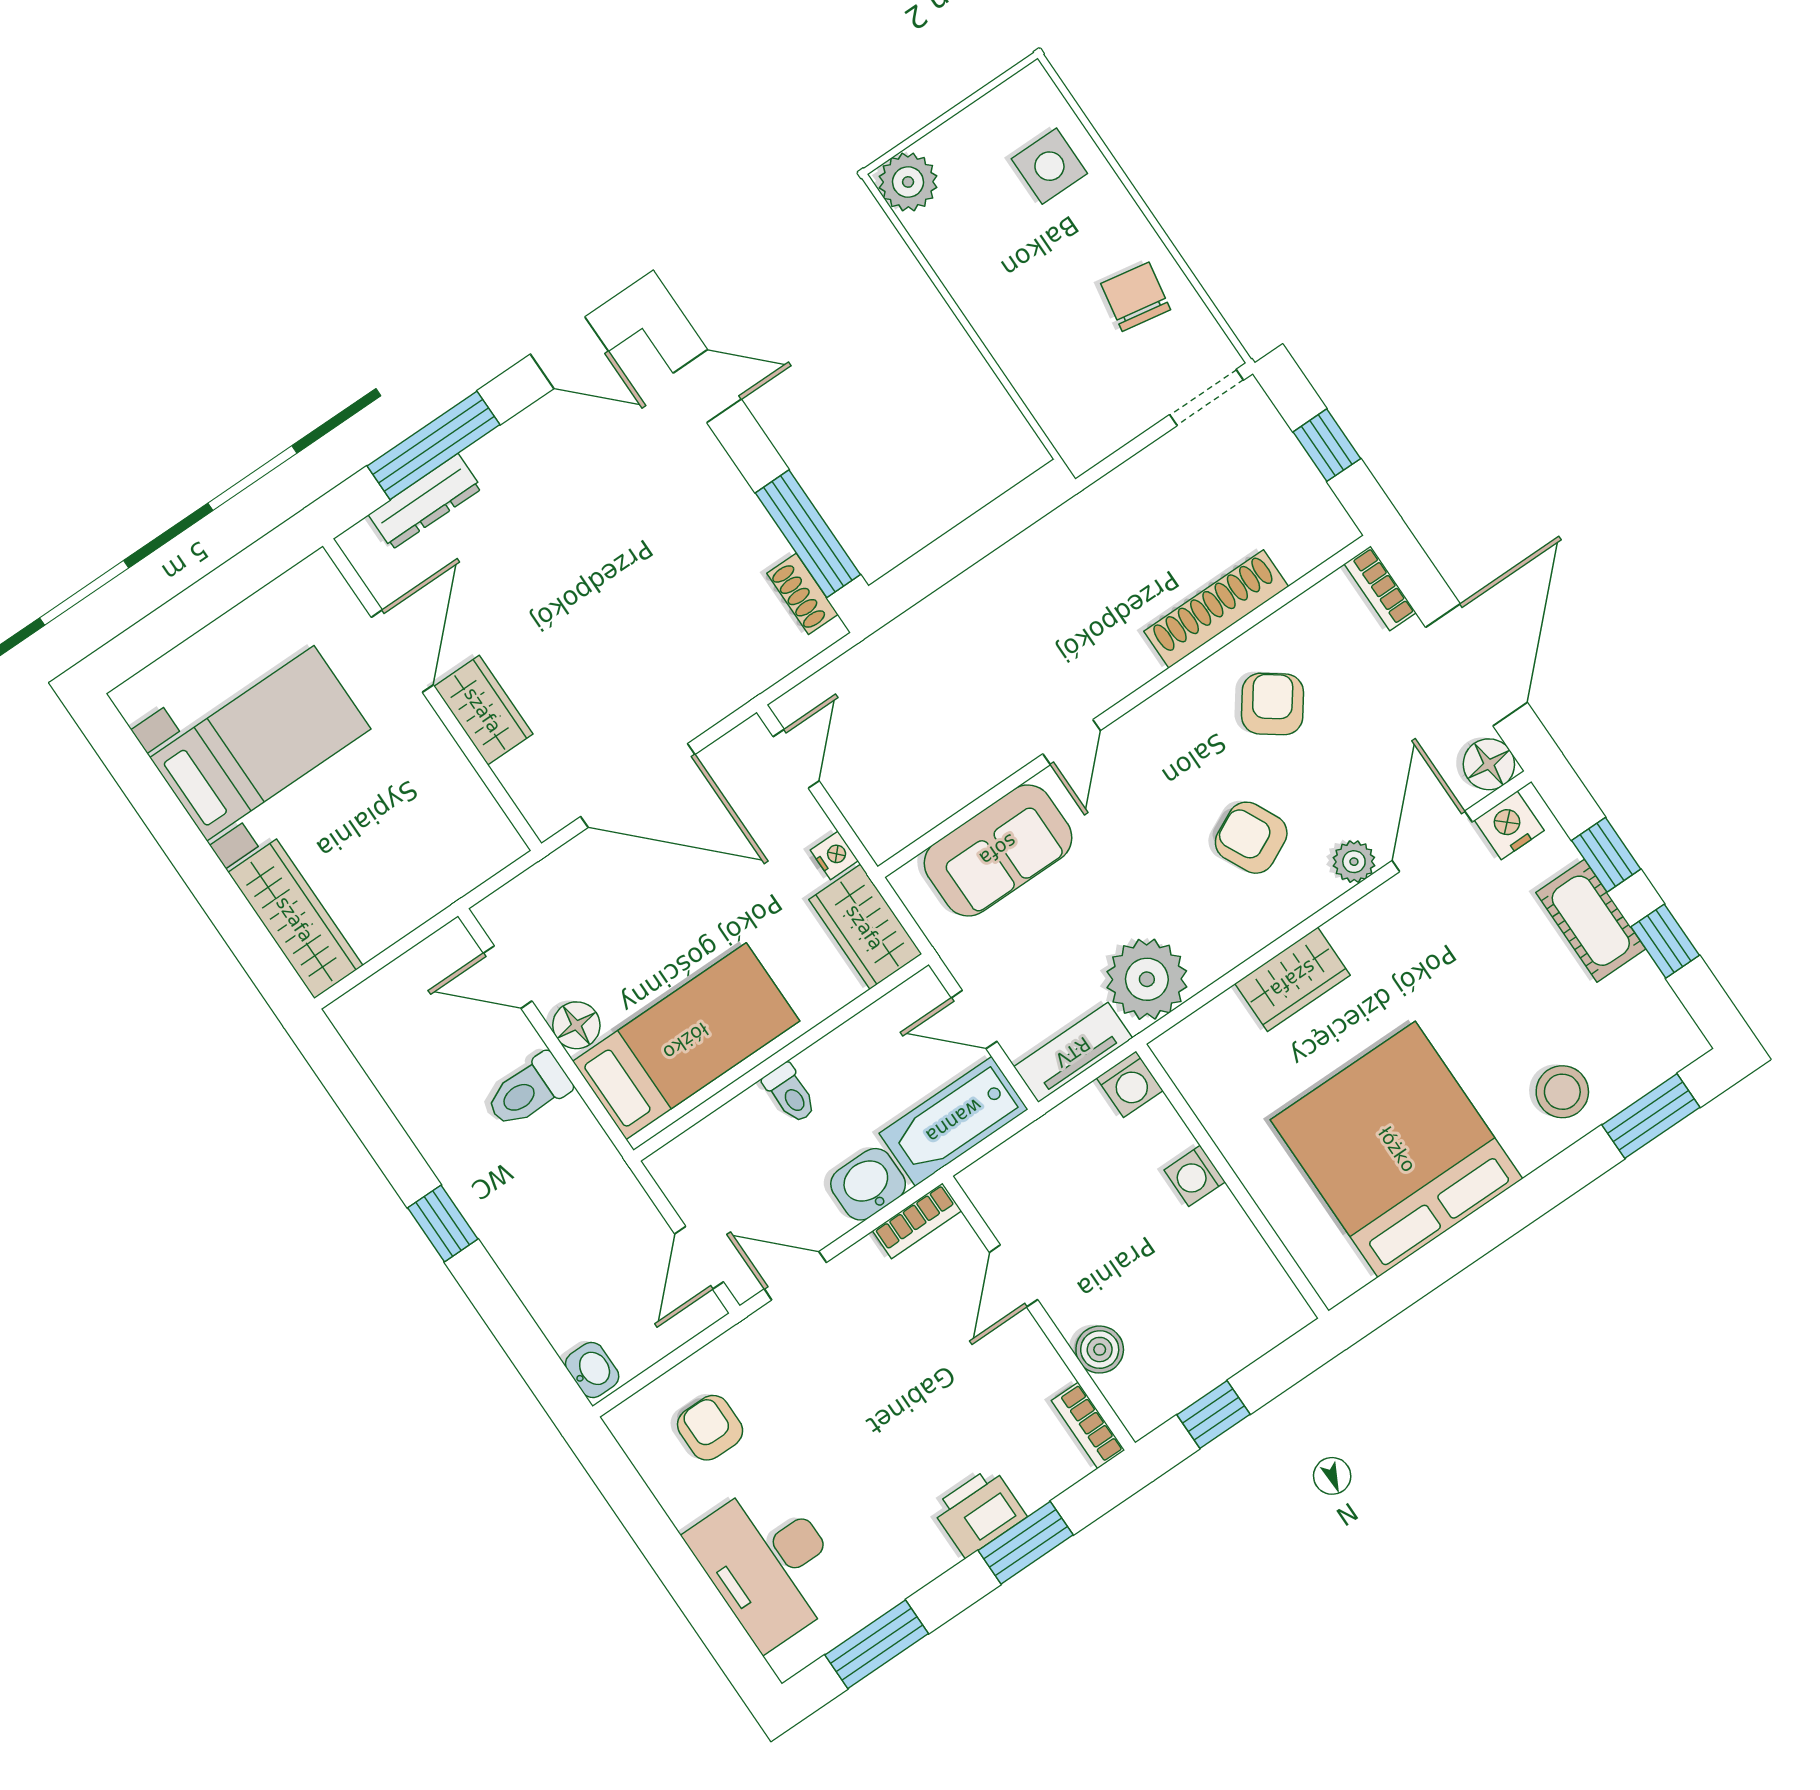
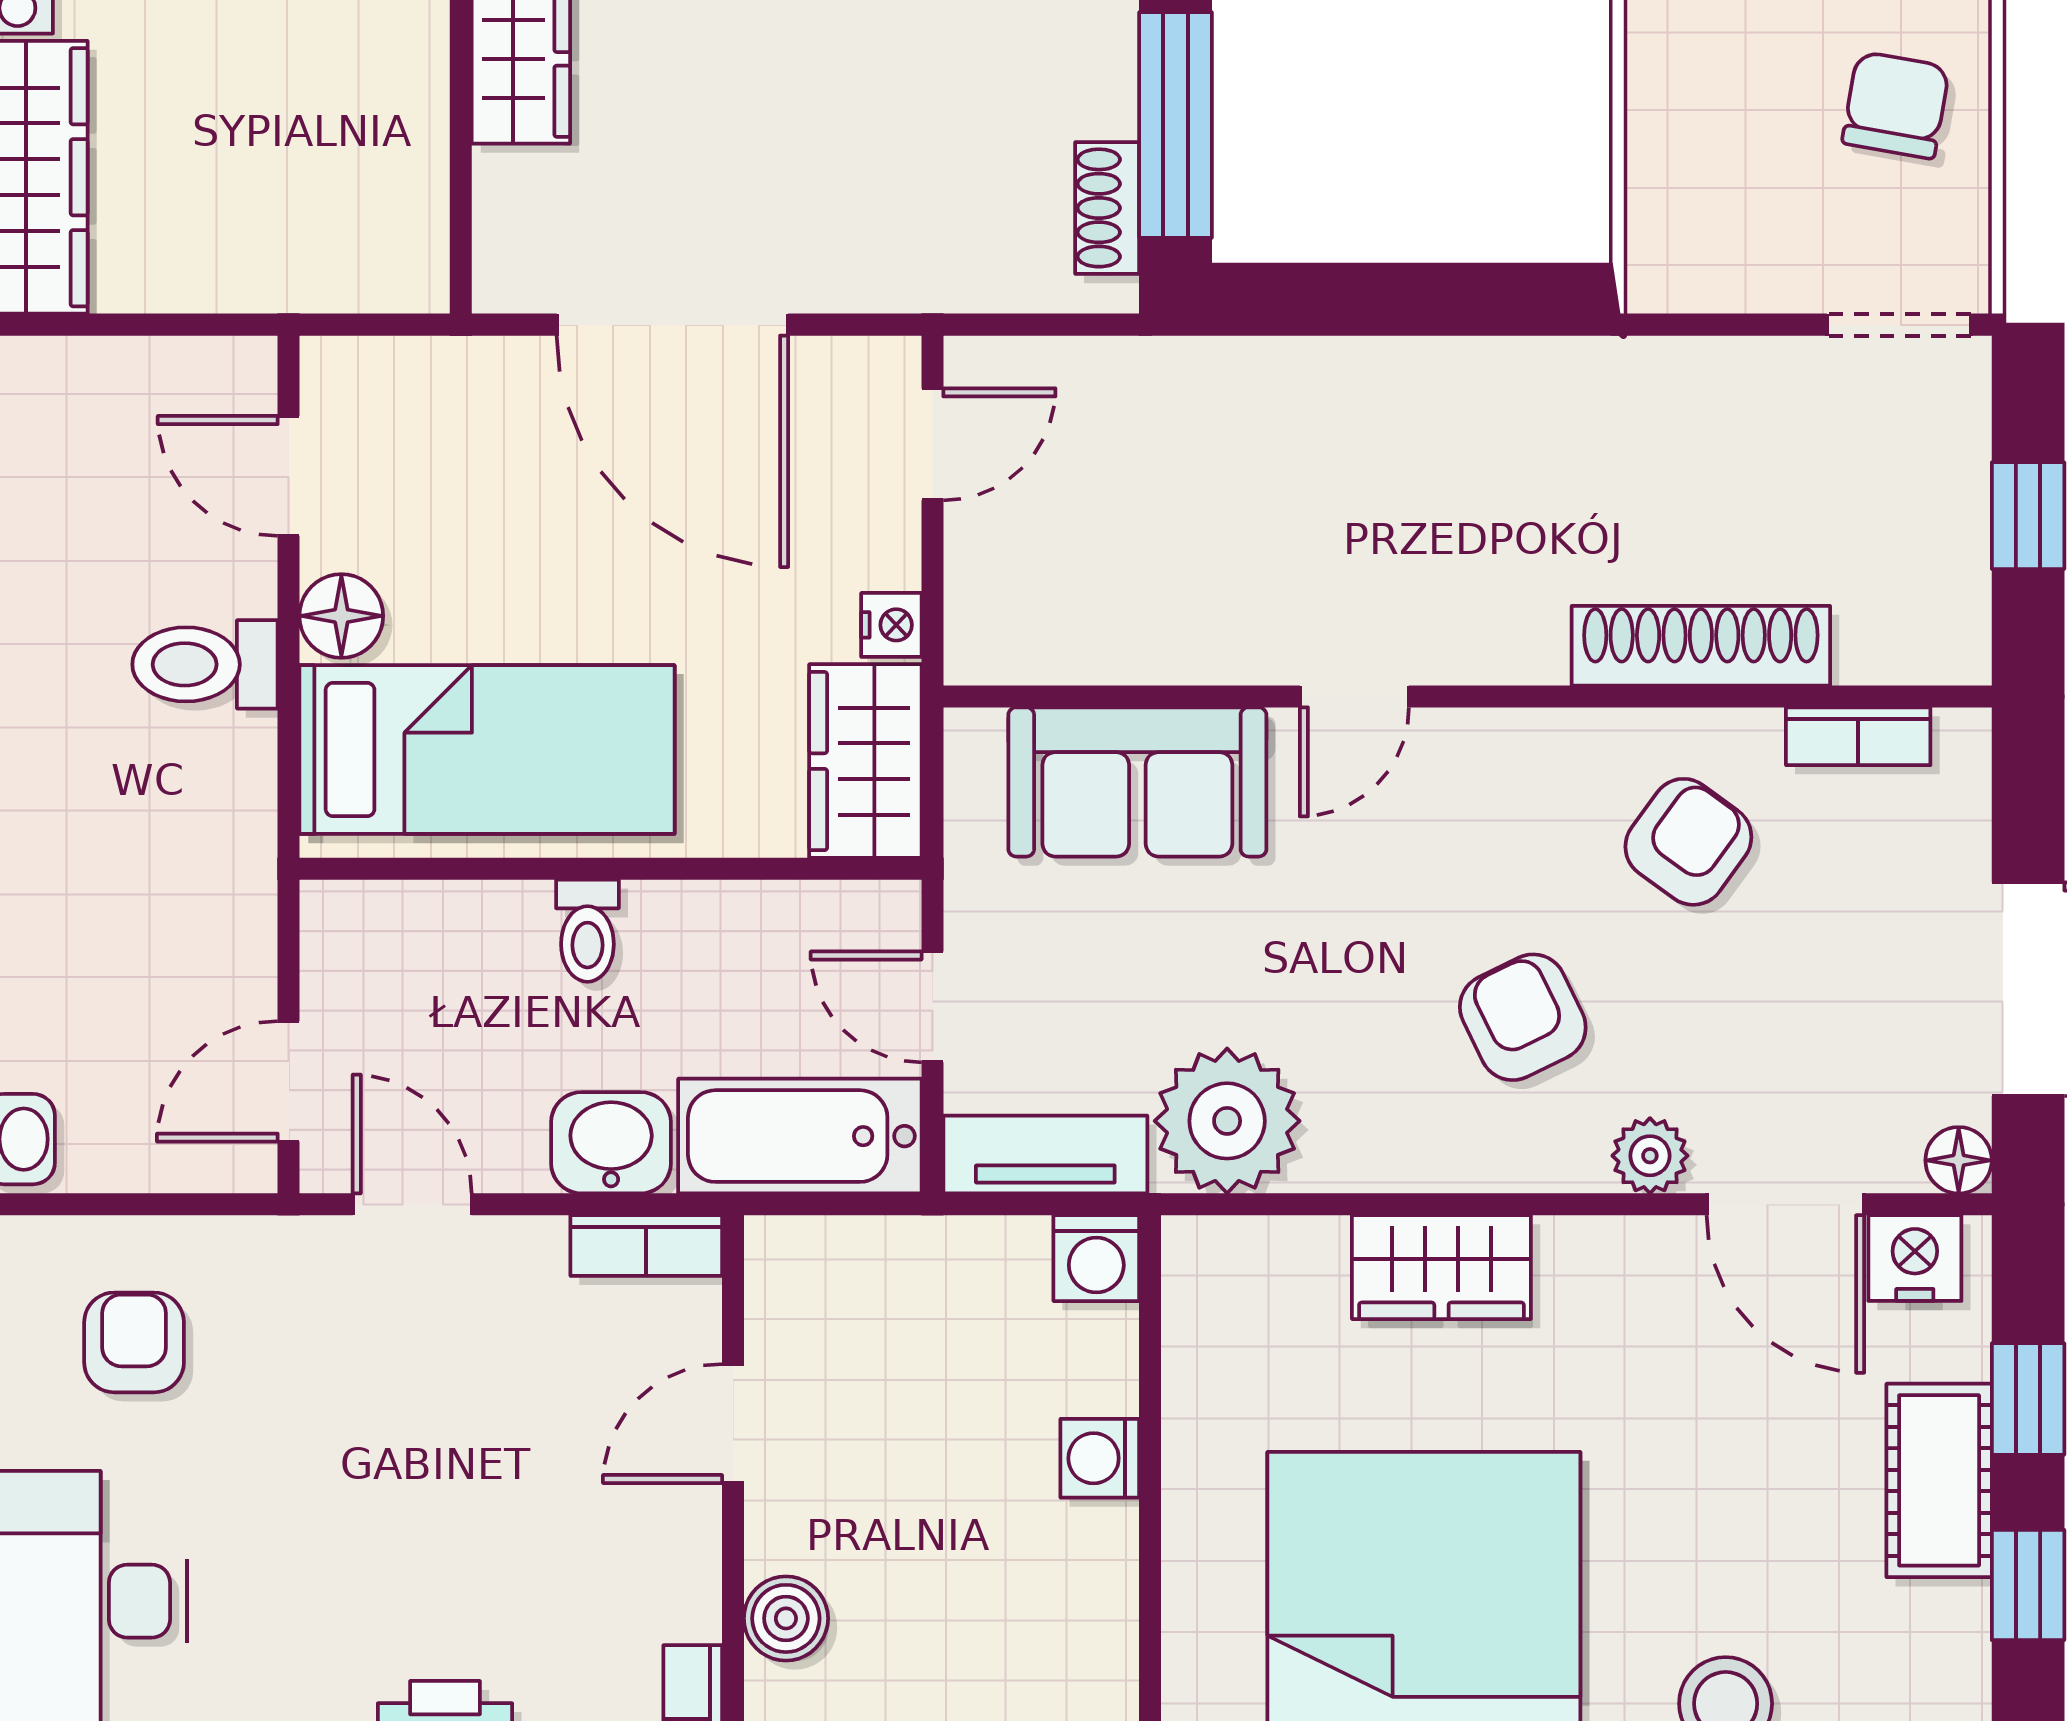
bookcase: (1380, 588) -> (1858, 736), moved, turned -90
floor lamp: (1489, 764) -> (1959, 1160), width x0.73, depth x0.73
door: (1432, 841) -> (1785, 1204), swing flipped

